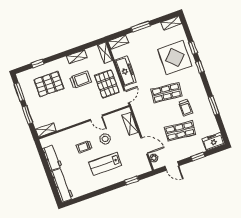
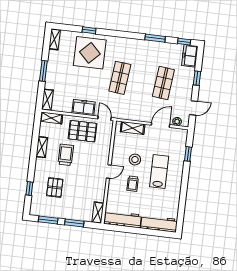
window: (200, 67) -> (184, 42), moved
freezer: (126, 71) -> (84, 108), width x0.71
pallet: (49, 84) -> (55, 187), width x0.67, depth x0.71
trolley: (186, 108) -> (144, 66), removed
door: (96, 118) -> (109, 171), moved
workbench: (52, 158) -> (123, 219), width x1.38
lab bench: (105, 164) -> (159, 172), turned 180

